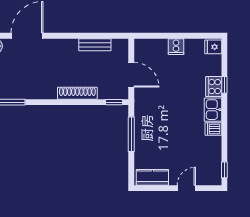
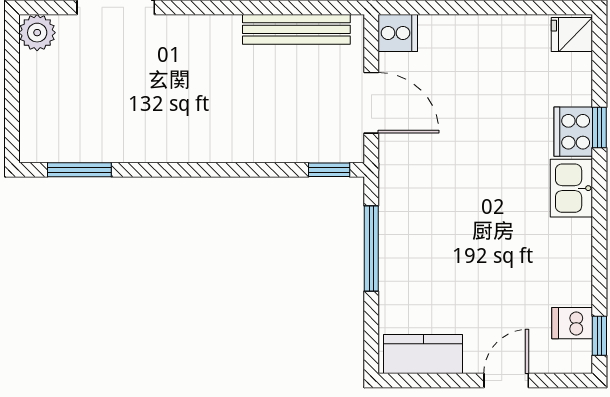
bench: (95, 45) -> (296, 29), width x1.36
cooker: (176, 47) -> (398, 33), moved, turned -90
shoe rack: (77, 93) -> (239, 148), removed
dishwasher: (213, 129) -> (572, 323), moved

